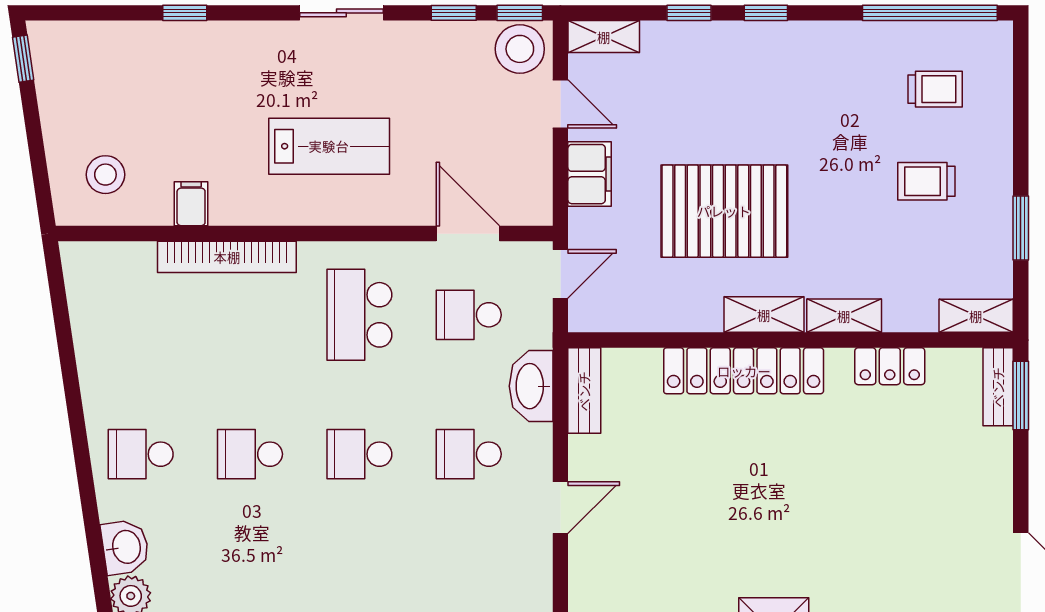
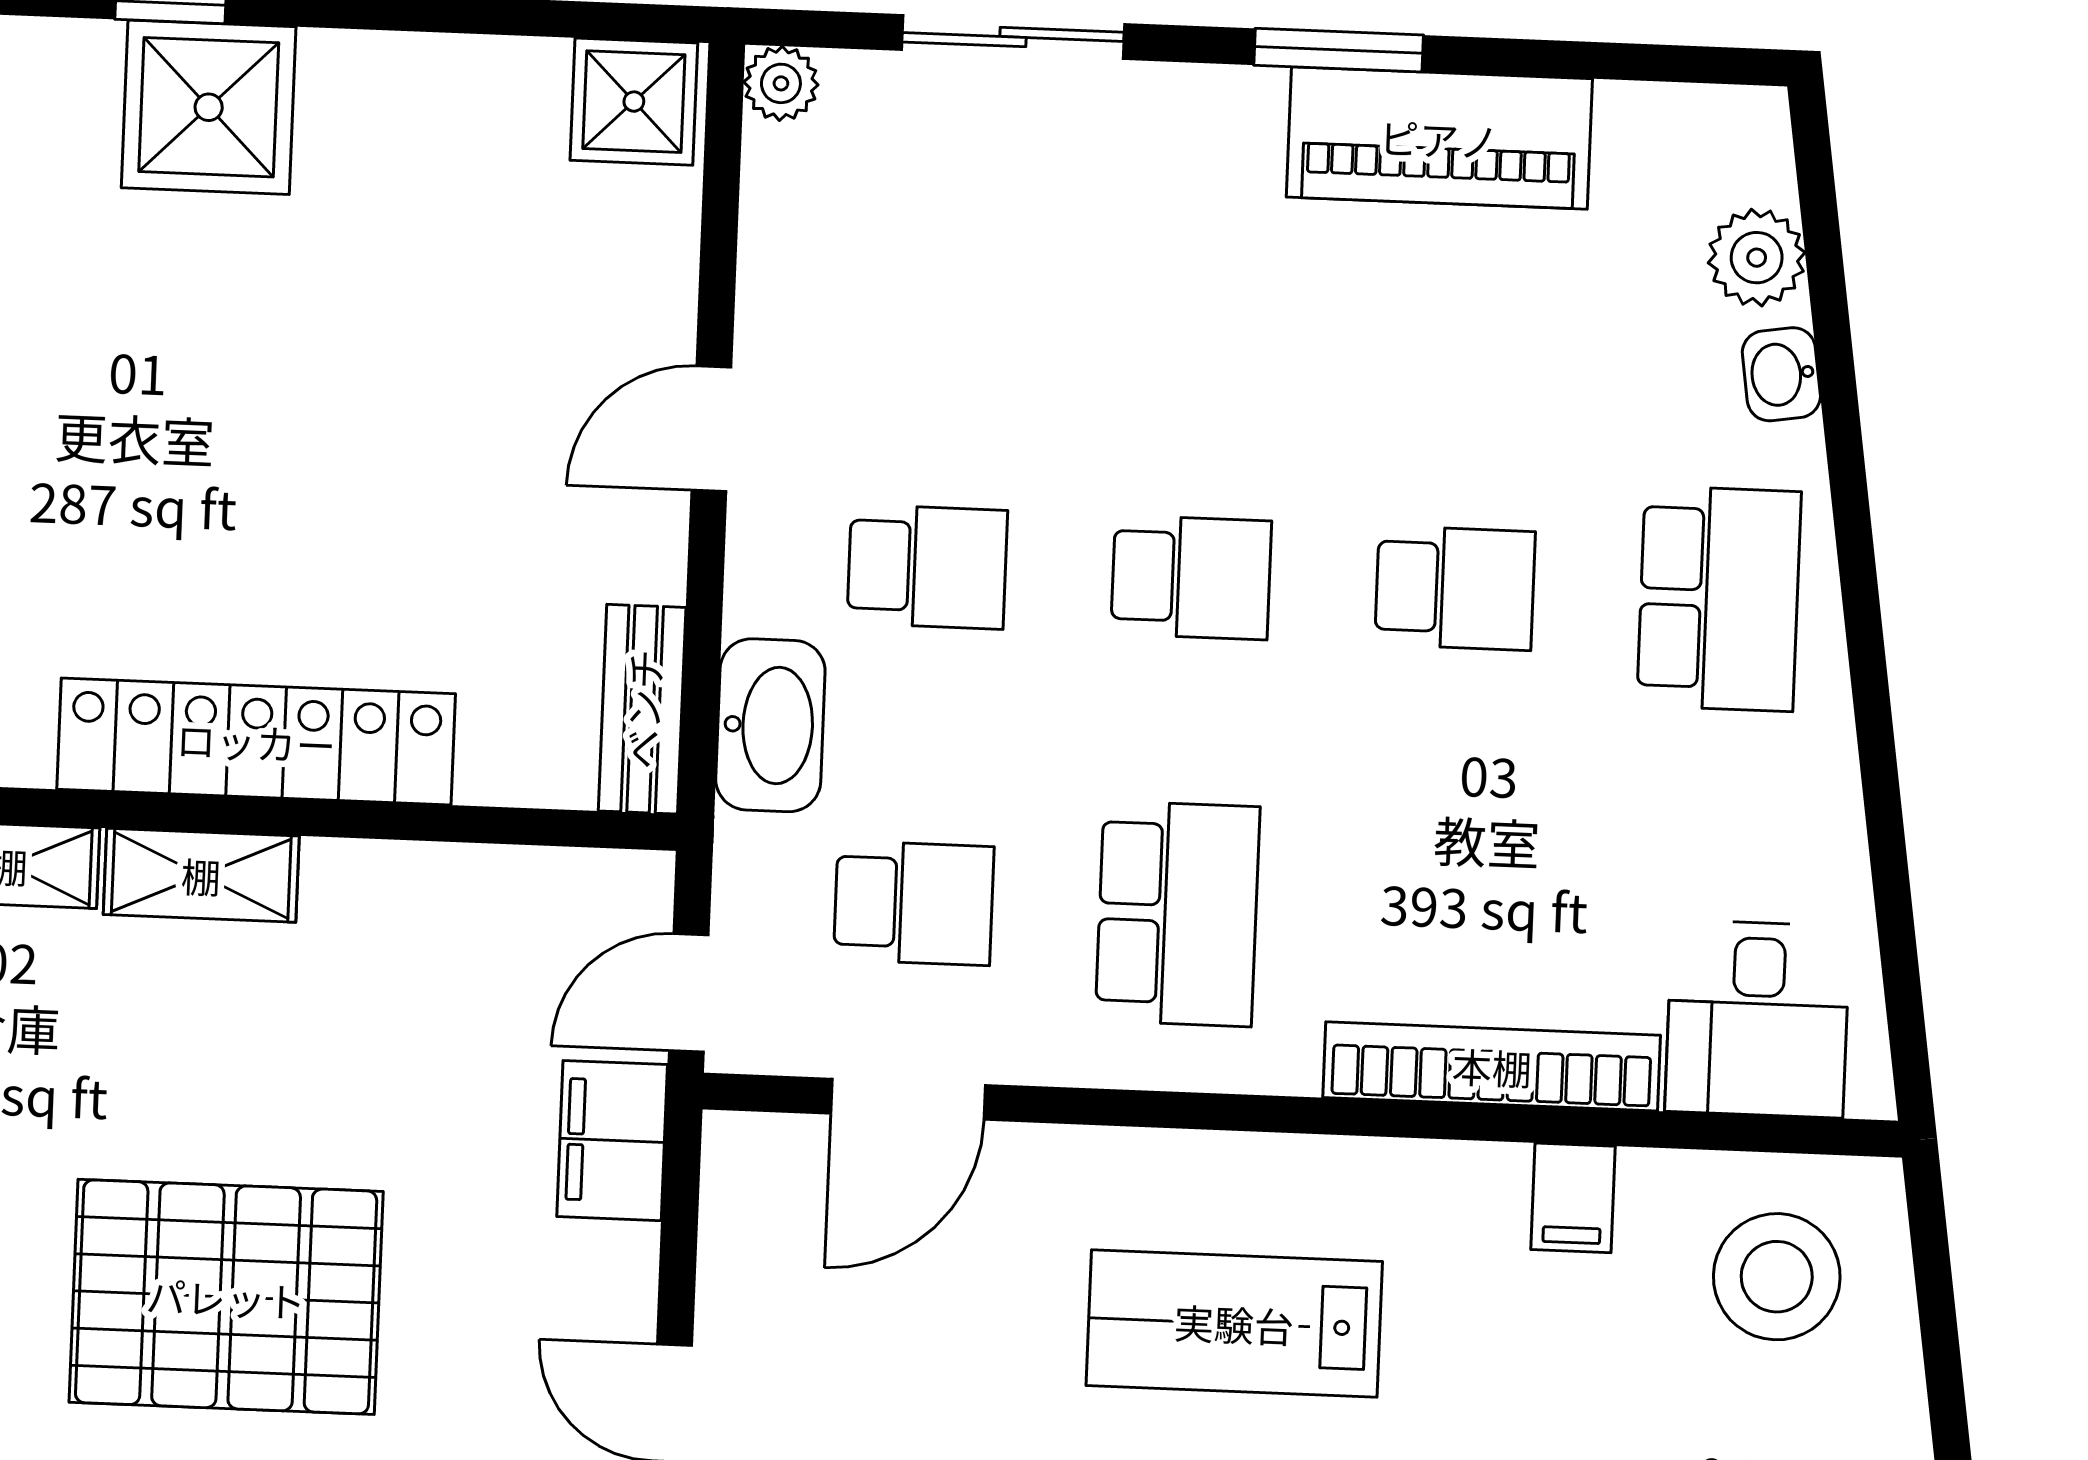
filing cabinet: (590, 174) -> (612, 1141), moved
stool: (105, 175) -> (1777, 1277), width x1.38, depth x1.38
pallet: (724, 211) -> (226, 1297), moved
door: (468, 234) -> (908, 1099), hinge flipped
desk: (118, 281) -> (1758, 1019), added
school desk: (141, 454) -> (1719, 599), width x1.85
washbasin: (125, 547) -> (1781, 374), width x0.72, depth x0.69

